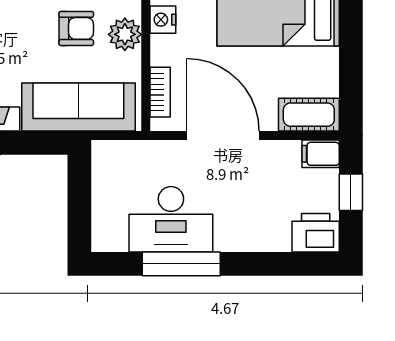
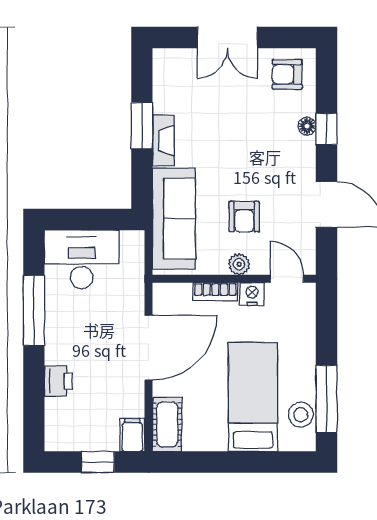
plant: (125, 34) -> (239, 264), width x0.73, depth x0.73
bookcase: (160, 92) -> (215, 292), moved
desk: (171, 219) -> (82, 259), moved, turned 90
printer: (316, 233) -> (58, 381), moved, width x0.73, depth x0.81

